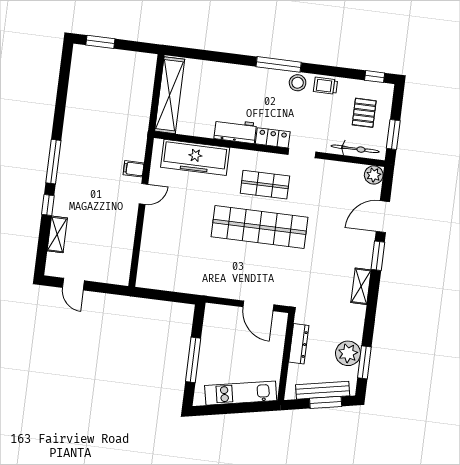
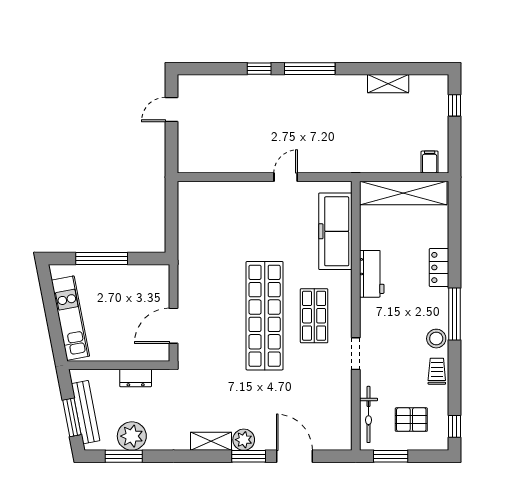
window: (100, 42) -> (455, 105), width x0.67
locker: (273, 138) -> (439, 267), moved, turned 180
filing cabinet: (134, 169) -> (430, 162), moved
plant: (374, 175) -> (244, 440), moved
door: (143, 194) -> (286, 177), swing flipped
shelving: (57, 234) -> (388, 84), moved
dresser: (299, 344) -> (136, 378), width x0.70

